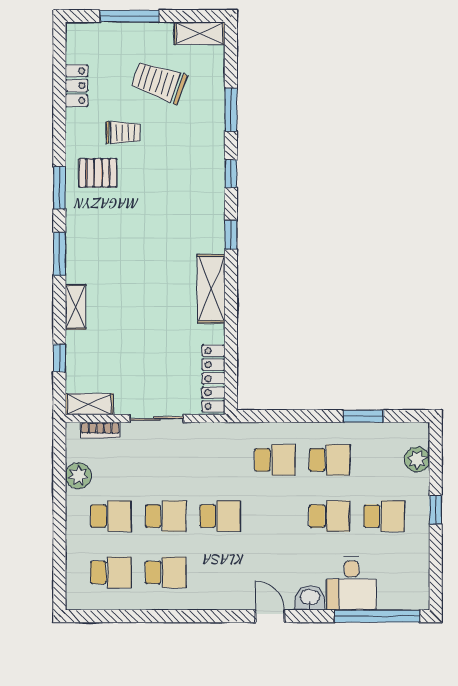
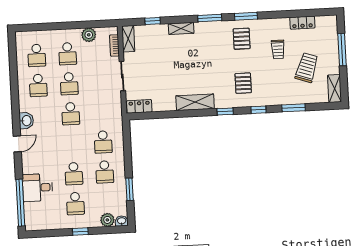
pallet: (98, 173) -> (242, 39), moved
pallet: (181, 199) -> (243, 83), added
locker: (213, 379) -> (139, 106), width x0.66
washbasin: (420, 434) -> (122, 221), added
washbasin: (310, 598) -> (26, 121), moved

